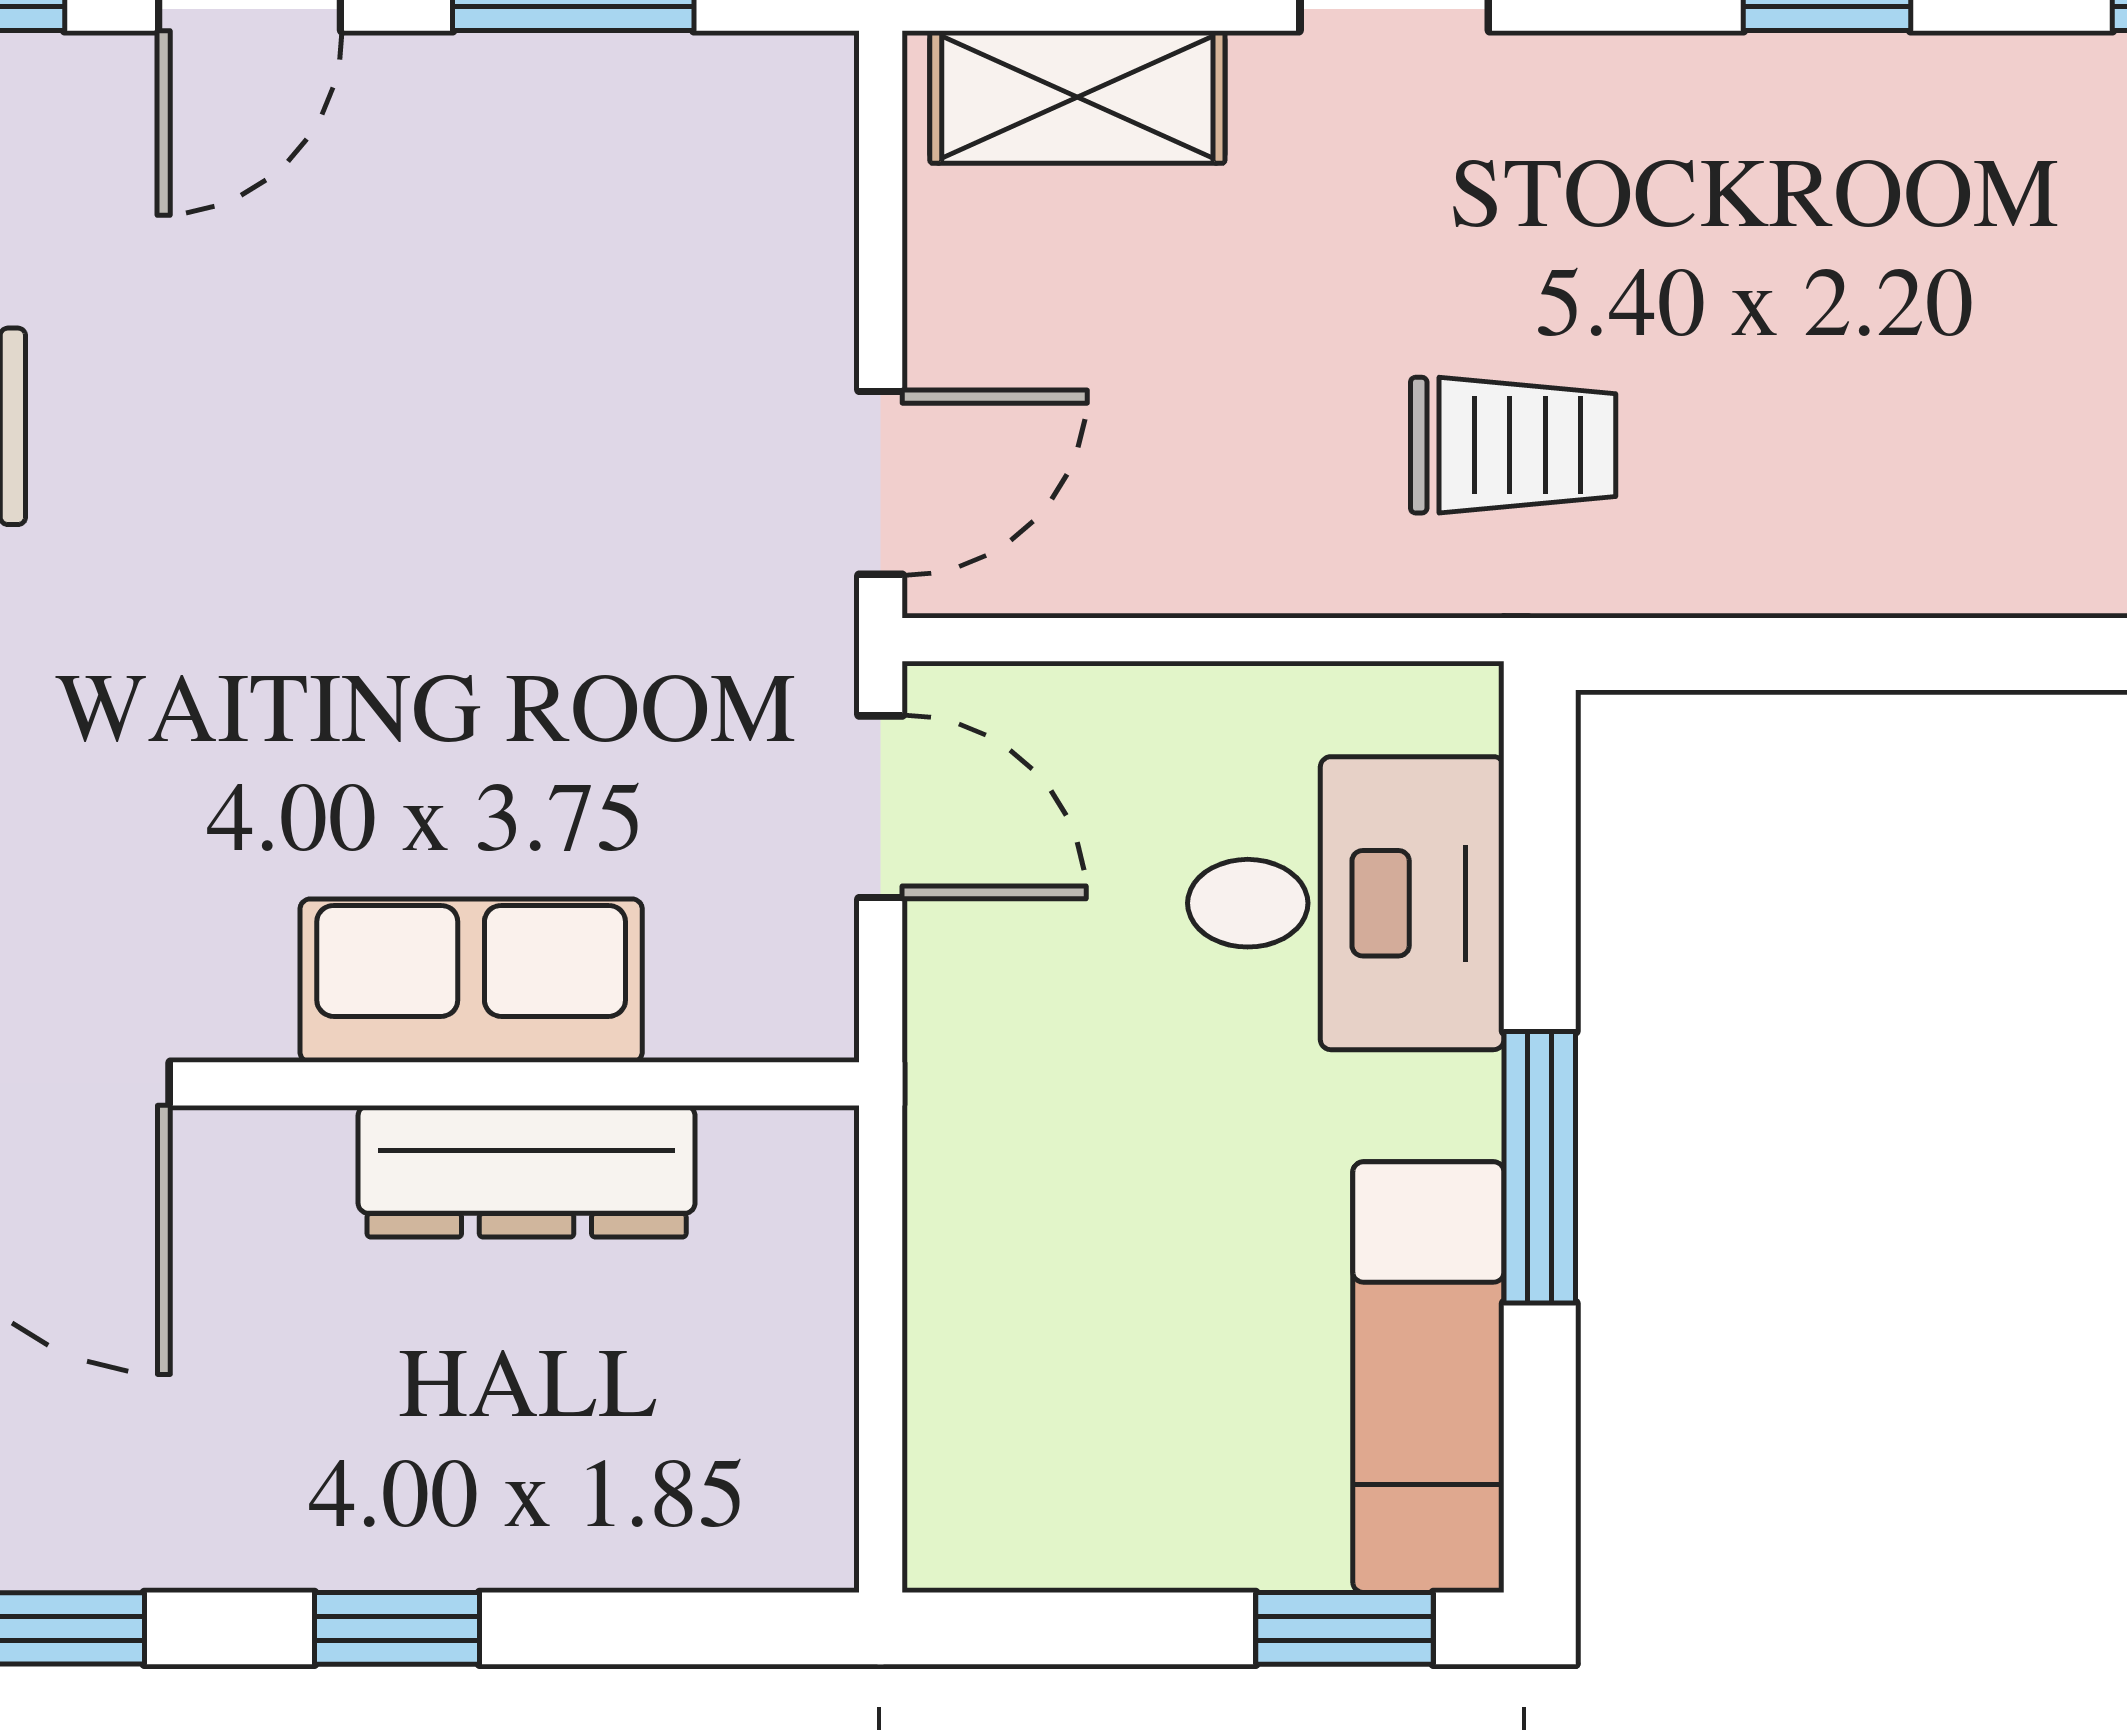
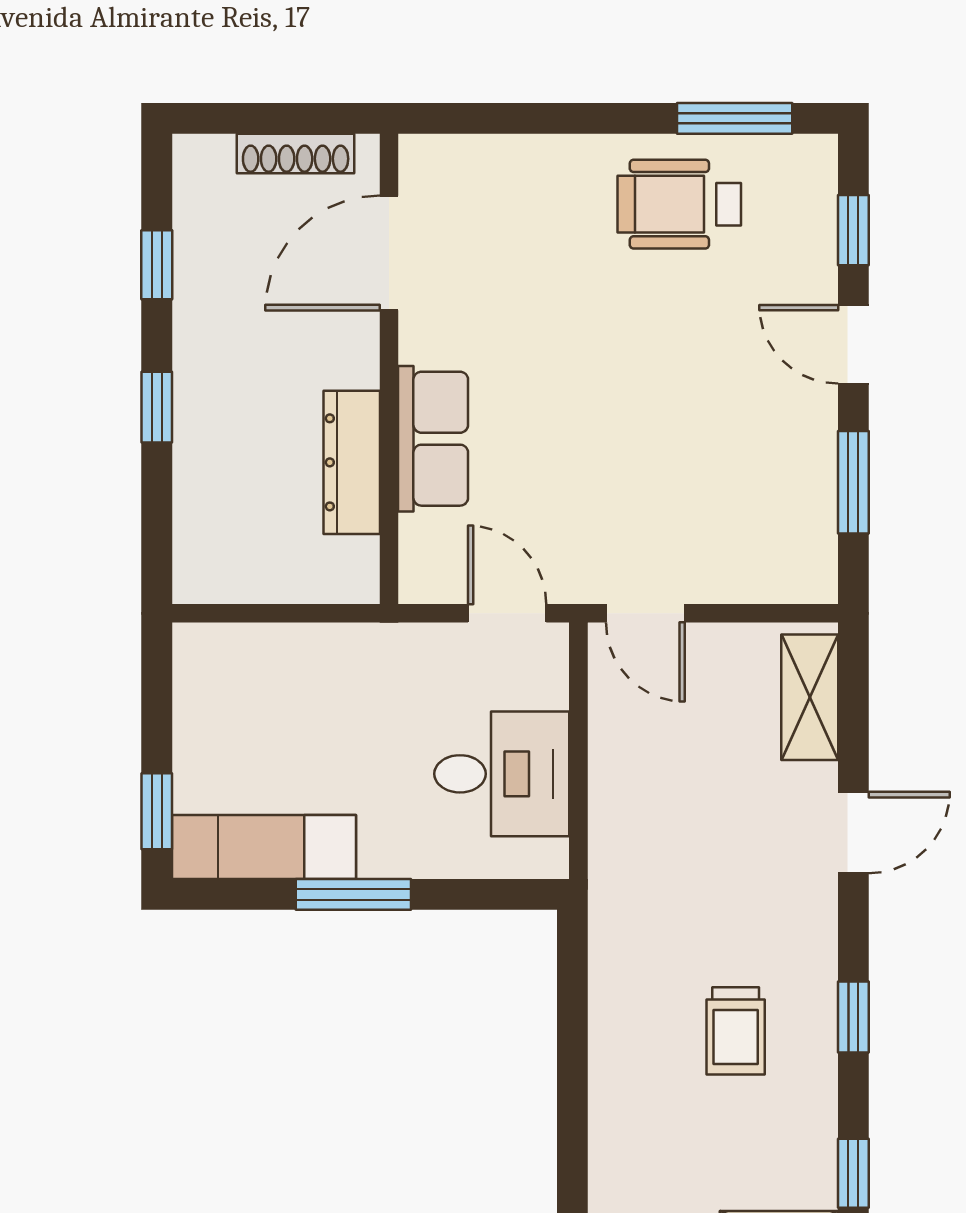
trolley: (1513, 445) -> (736, 1031), moved
door: (881, 807) -> (507, 613), swing flipped
desk: (1346, 903) -> (502, 774), moved, turned -90

